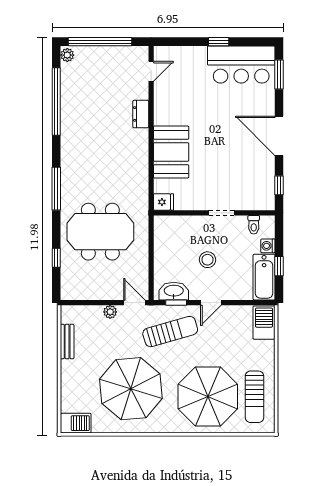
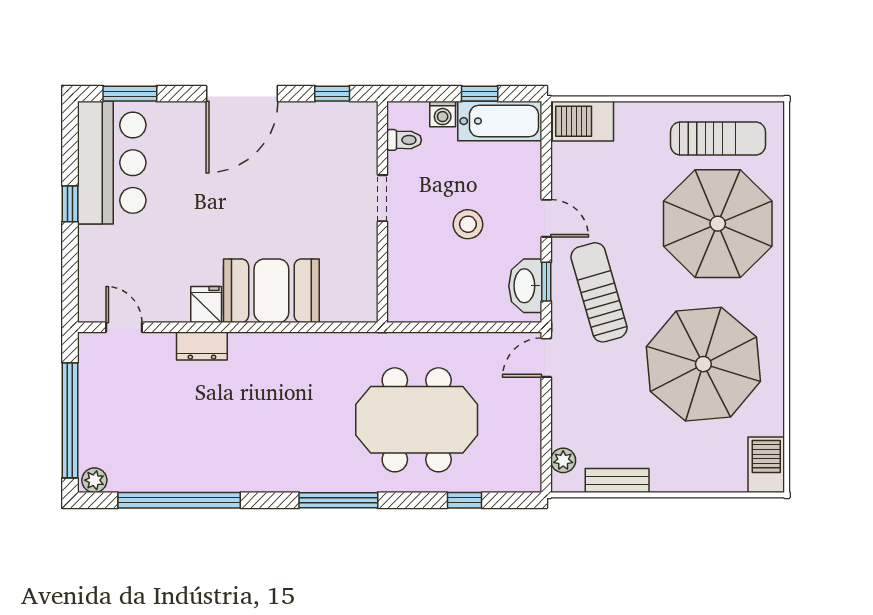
fridge: (164, 202) -> (206, 305), moved
meeting table: (100, 232) -> (417, 420), turned 90
plant: (110, 312) -> (563, 460), moved

